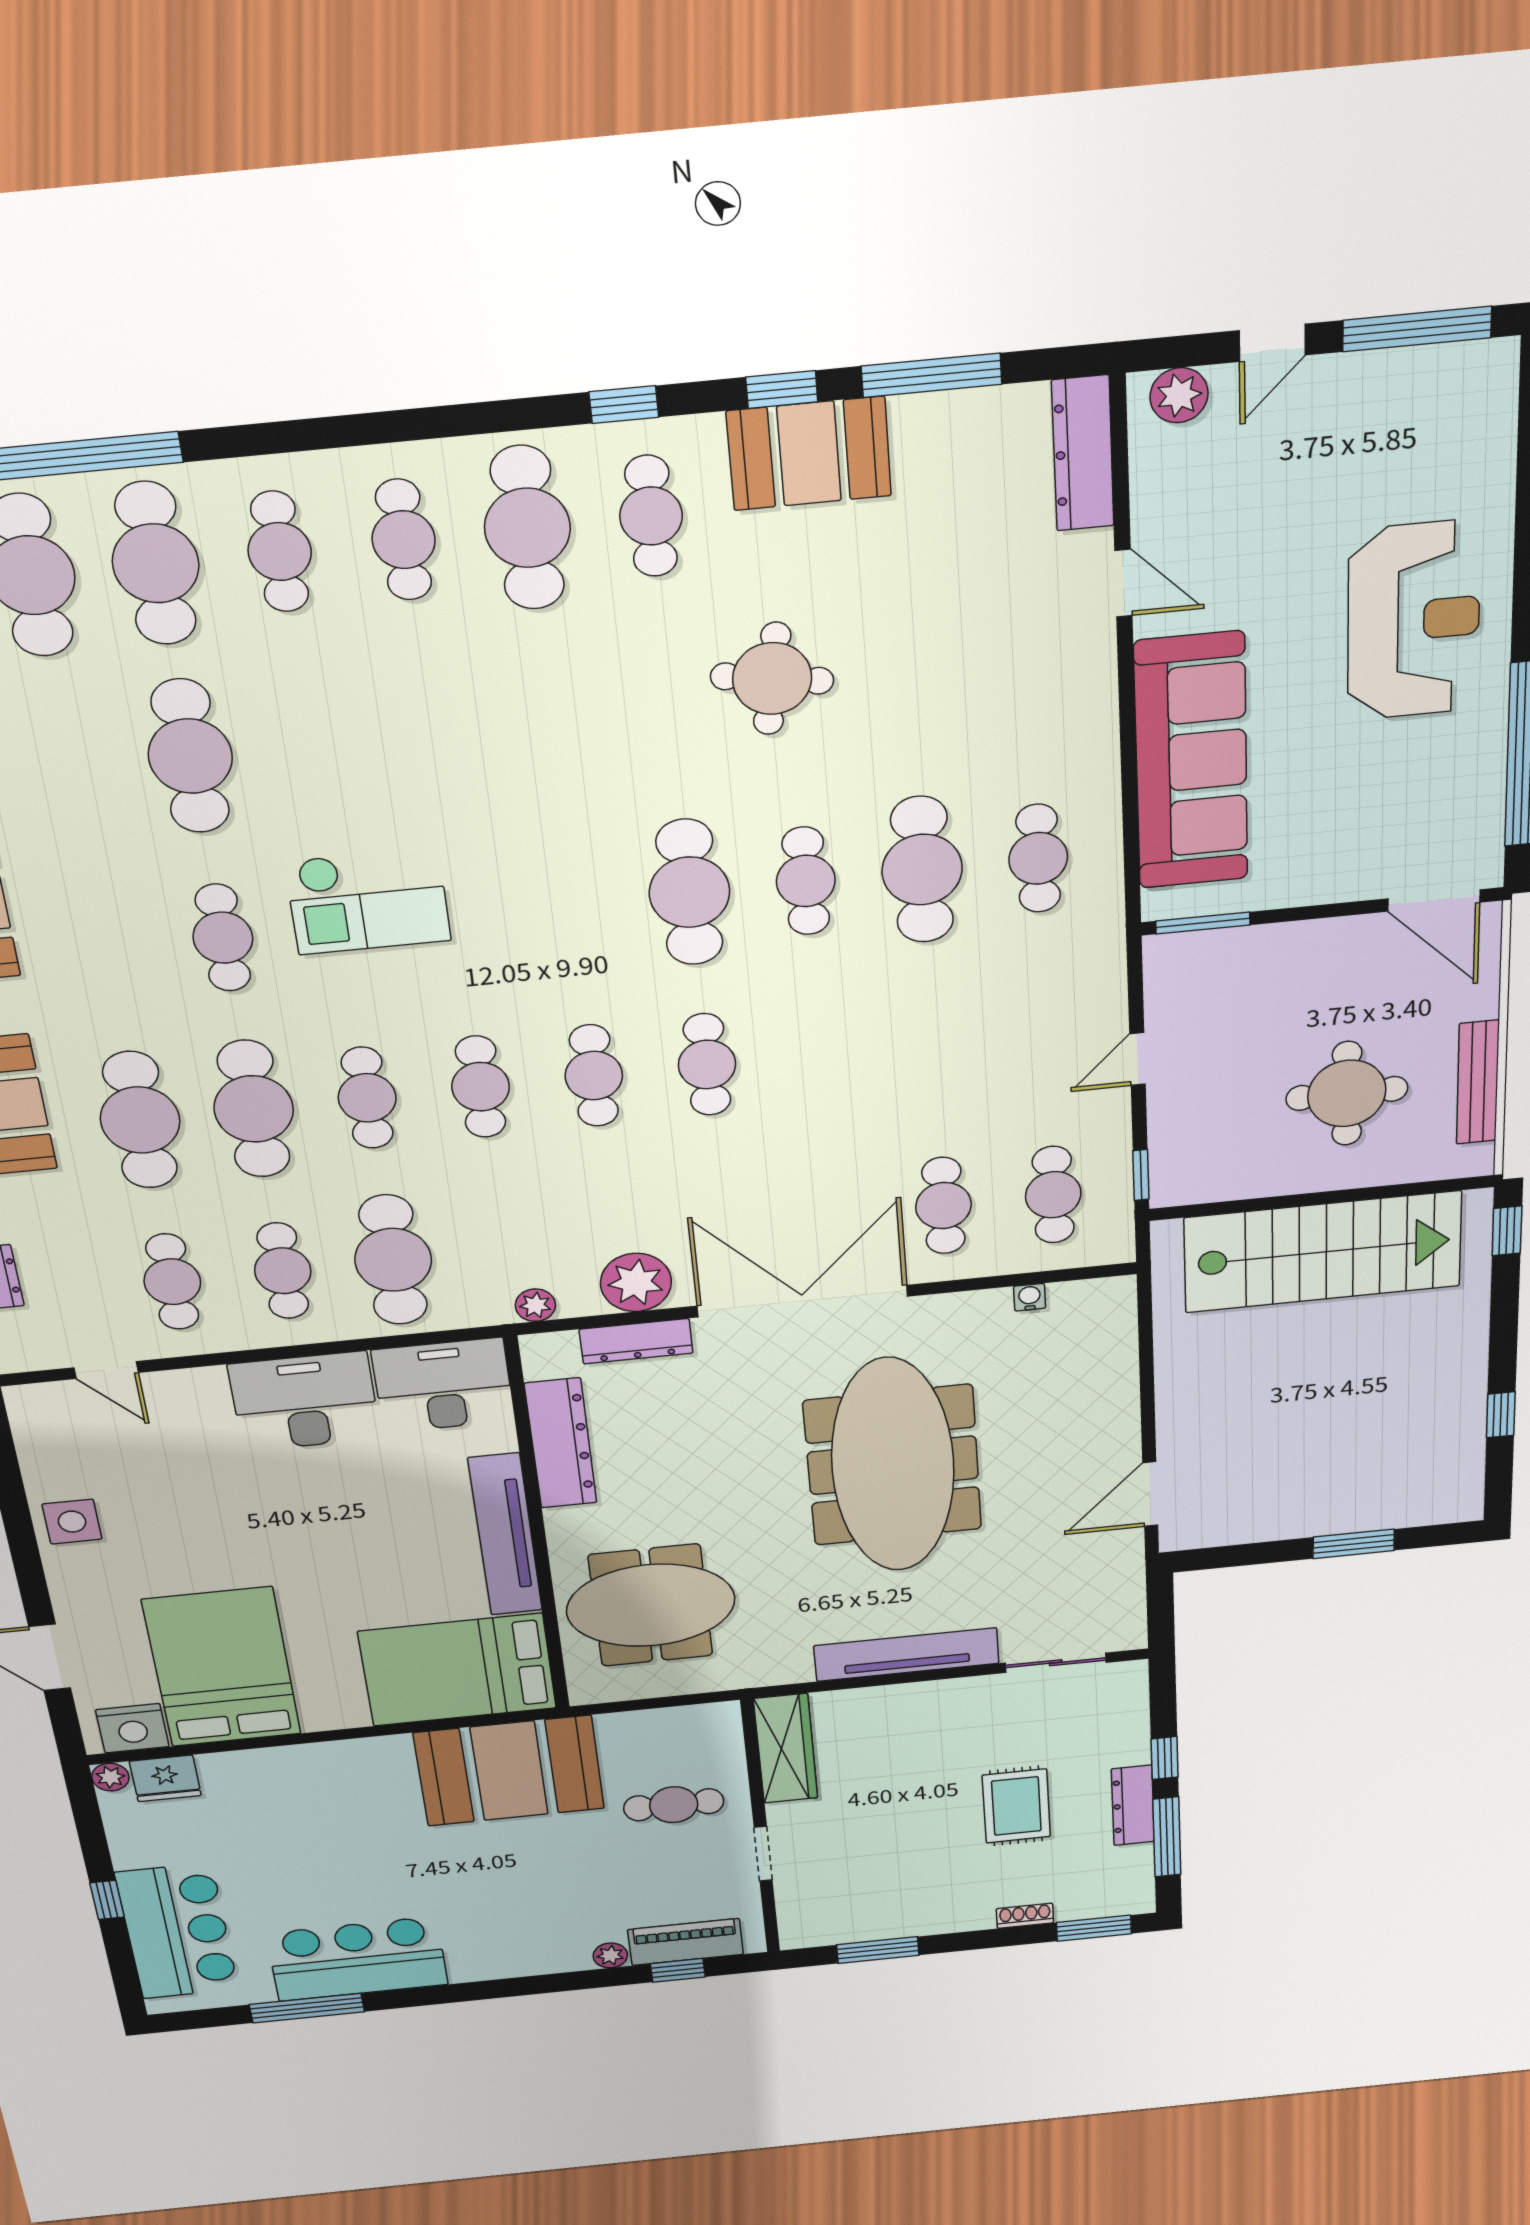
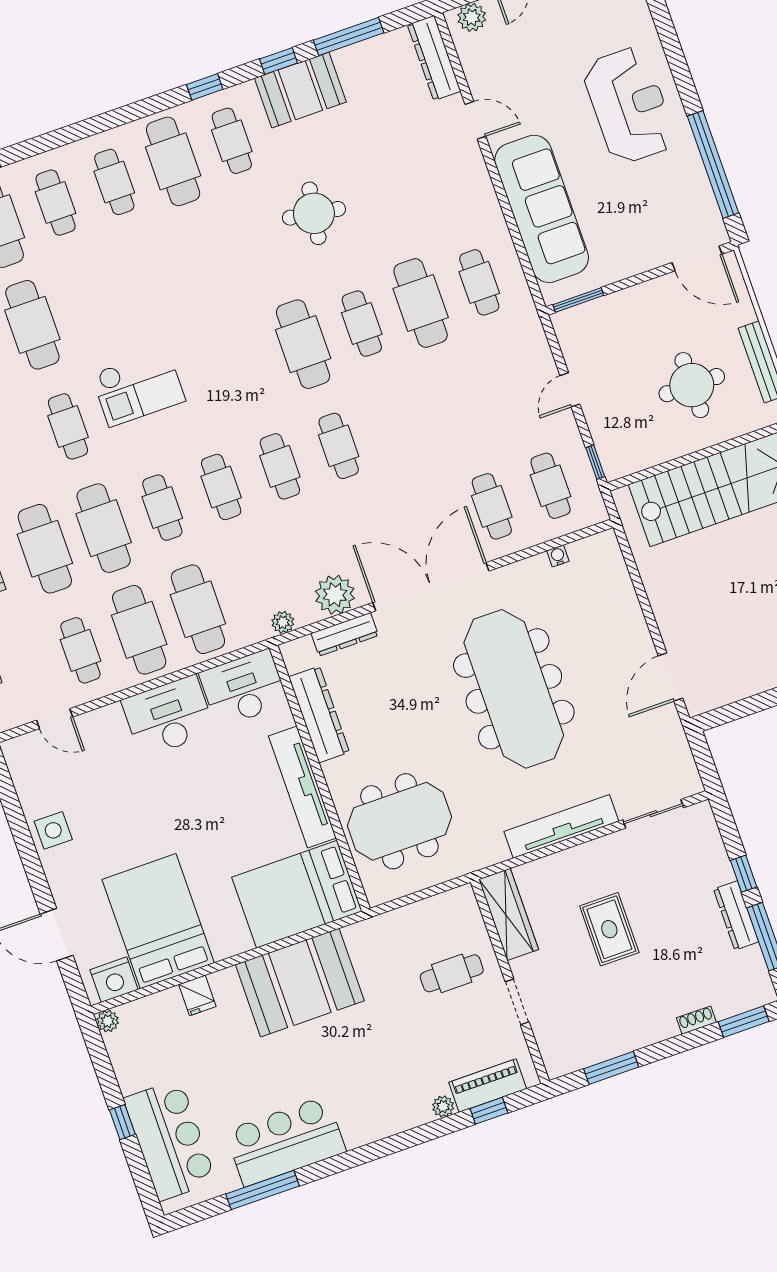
cafe table: (283, 1271) -> (139, 630), width x1.37, depth x1.35
booth: (509, 1771) -> (300, 983), moved
fridge: (165, 1778) -> (197, 995), moved, width x0.72
rug: (1016, 1806) -> (609, 929), moved

